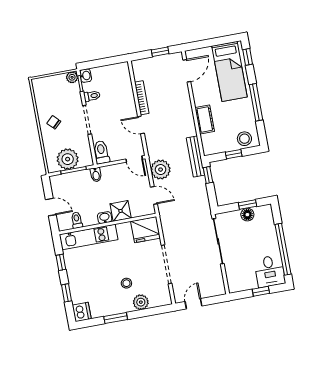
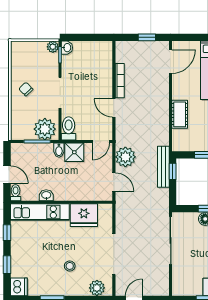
toilet: (92, 96) -> (70, 69), removed
bench: (195, 157) -> (163, 167), moved
plant: (68, 159) -> (45, 129), moved
door: (134, 159) -> (101, 141), hinge flipped
shower: (121, 211) -> (74, 152), moved
washbasin: (105, 218) -> (46, 195), moved
toilet: (77, 220) -> (16, 193), moved
fridge: (145, 230) -> (84, 215), moved
plant: (141, 302) -> (97, 288), moved

